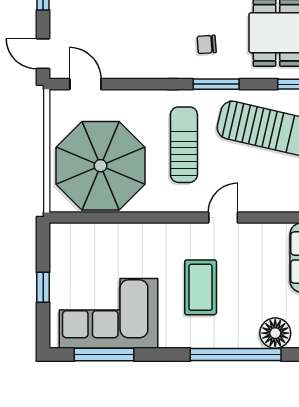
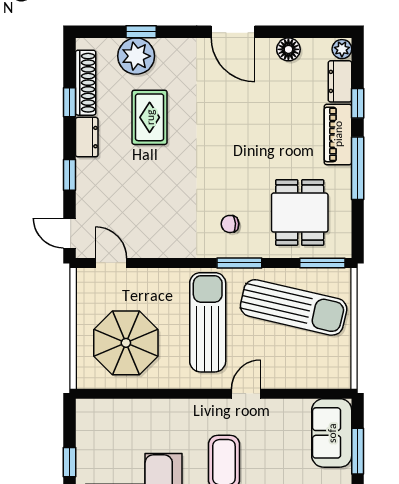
sun lounger: (184, 145) -> (208, 322), width x1.36, depth x1.34
parasol: (101, 166) -> (126, 343), width x0.73, depth x0.73

